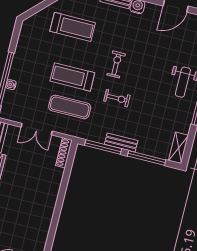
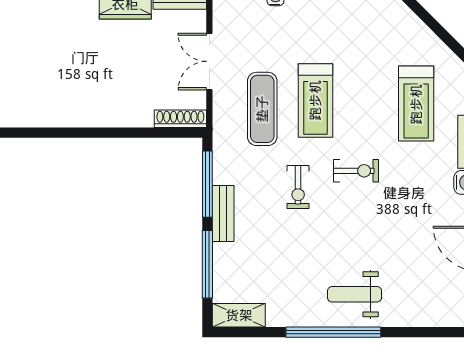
treadmill: (73, 27) -> (416, 104), moved
treadmill: (72, 77) -> (315, 100), turned 180

